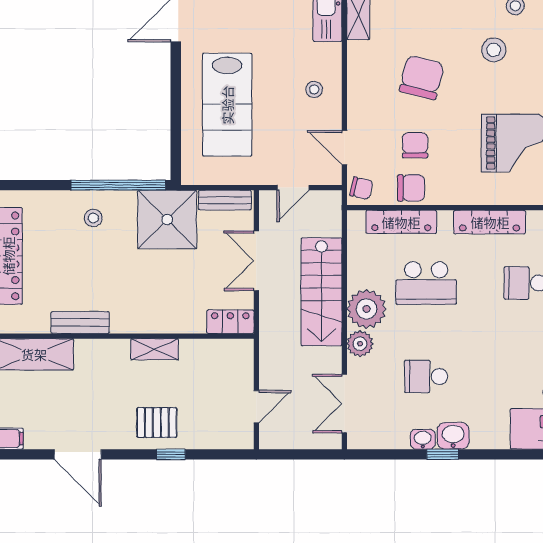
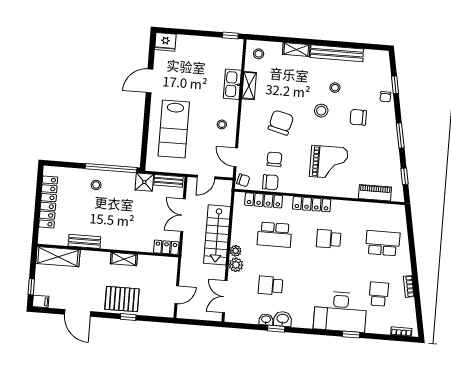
shower: (167, 219) -> (144, 182), width x0.54, depth x0.54
plant: (366, 309) -> (236, 251), width x0.53, depth x0.53
pallet: (157, 423) -> (122, 299), width x1.50, depth x1.42

